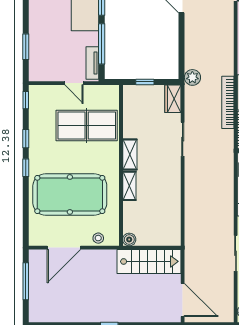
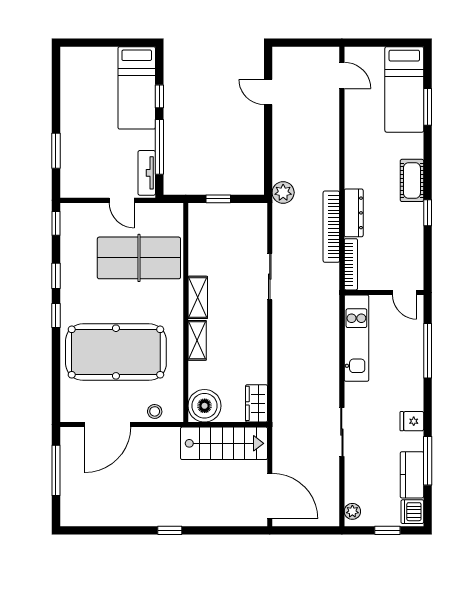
wardrobe: (173, 99) -> (256, 403), moved
boiler: (129, 239) -> (205, 406), width x1.86, depth x1.86

